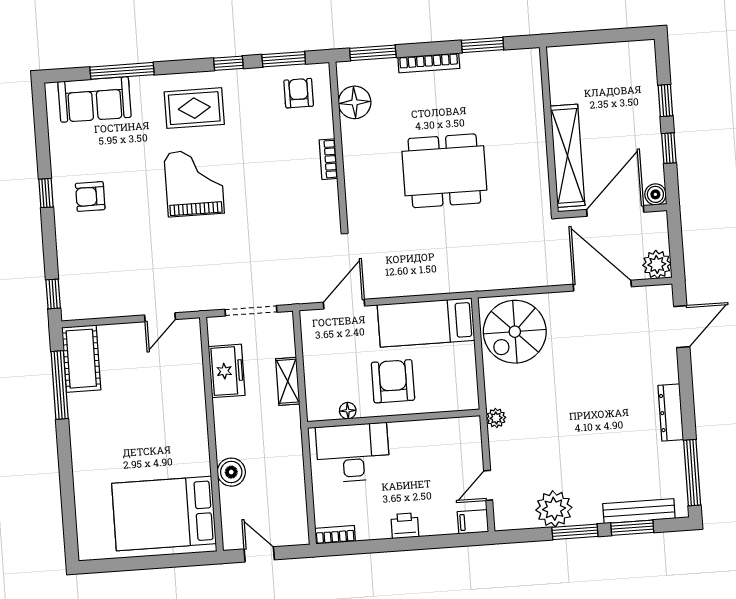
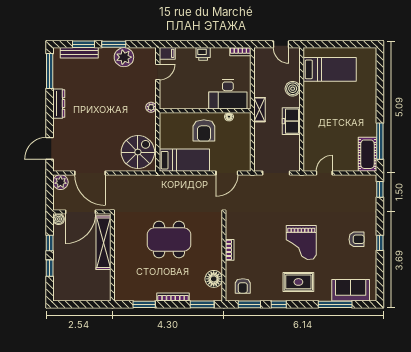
freezer: (227, 371) -> (291, 121), moved
shelving: (288, 381) -> (259, 110), moved
bed: (164, 514) -> (330, 69), width x0.67

